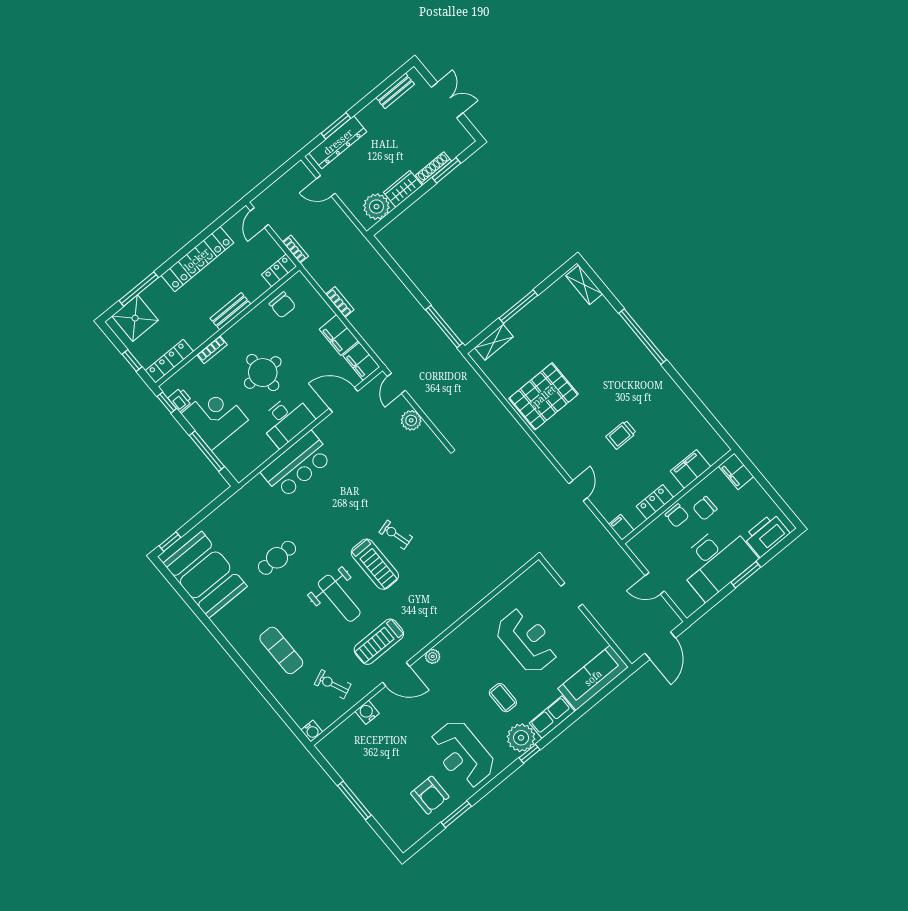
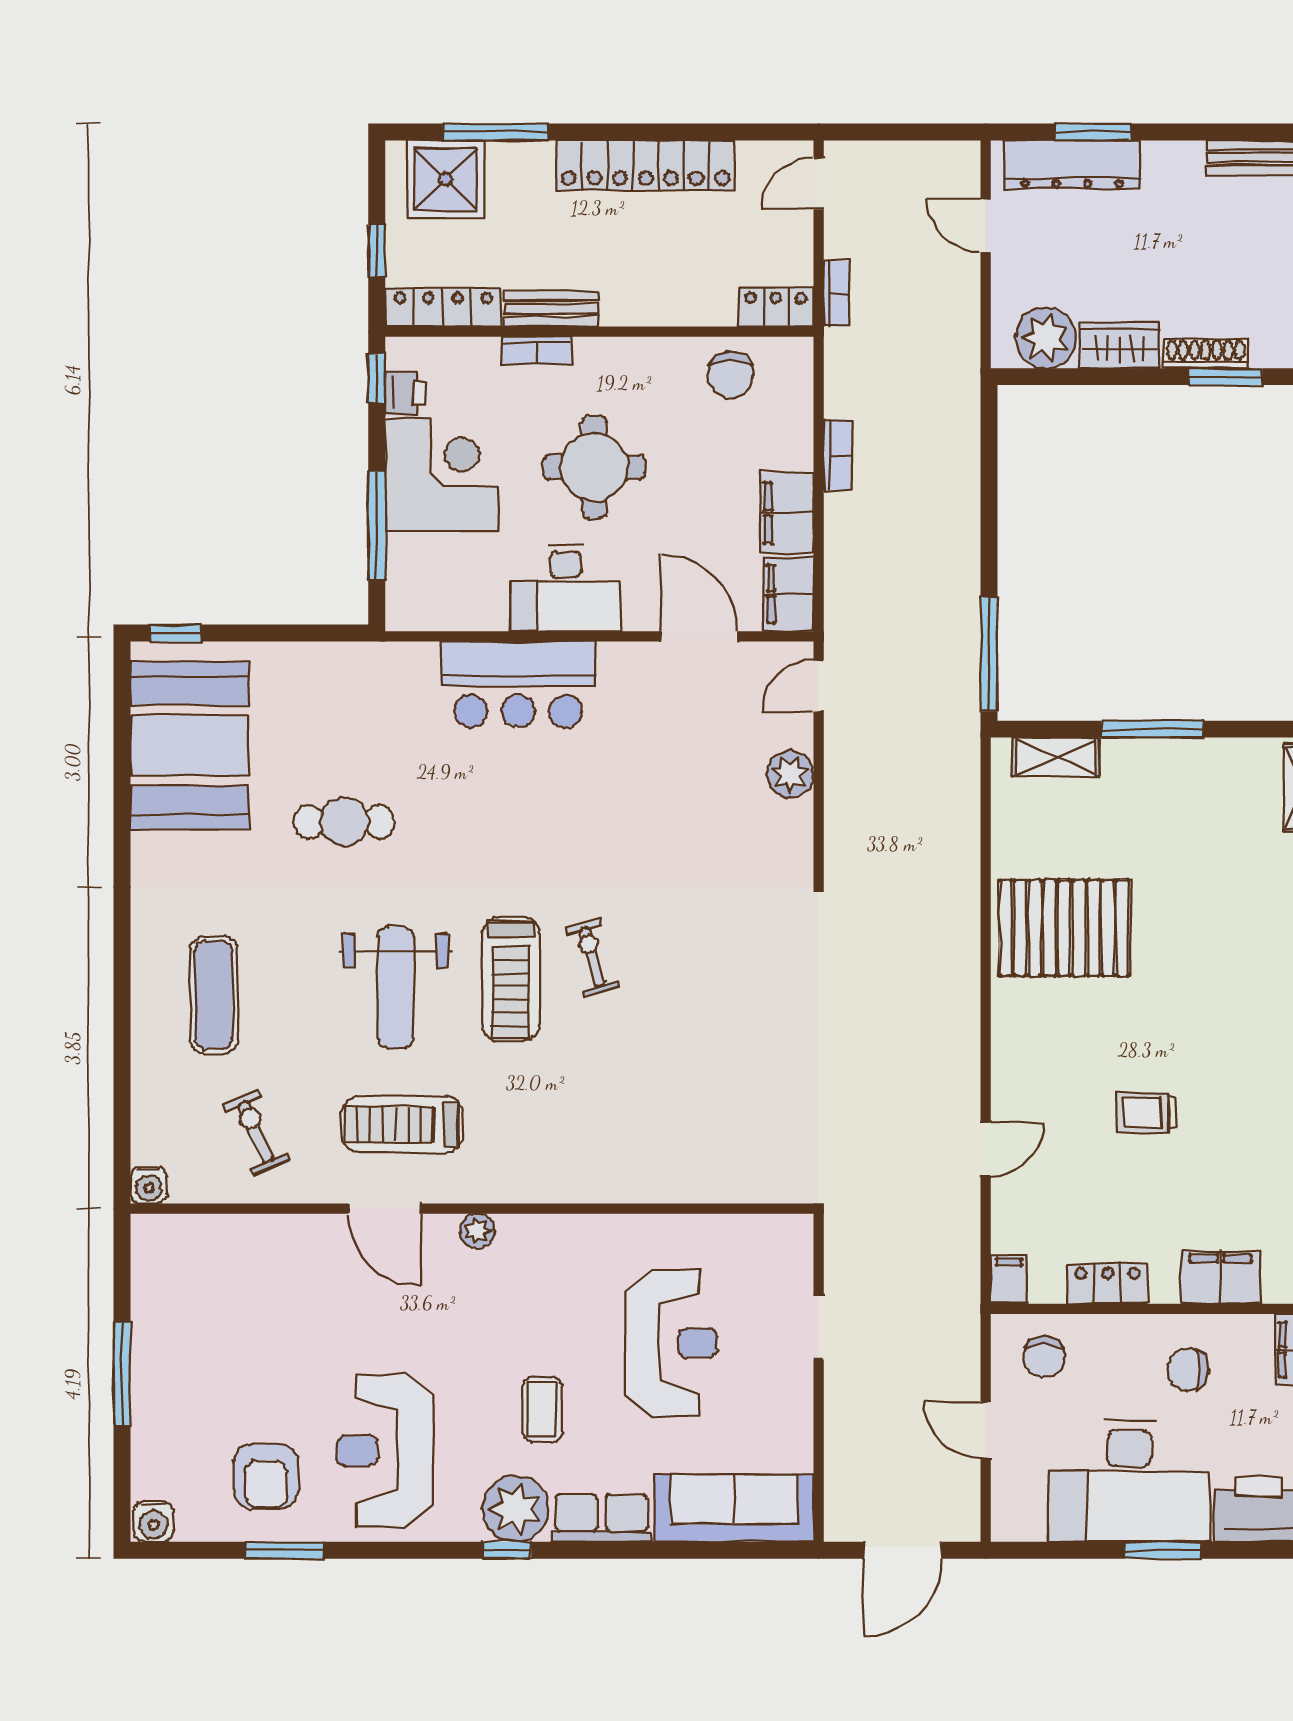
bench: (230, 311) -> (551, 309), moved
chair: (677, 516) -> (1044, 1357), moved
water cooler: (367, 712) -> (154, 1521), moved, turned 180

